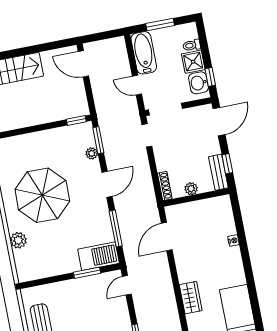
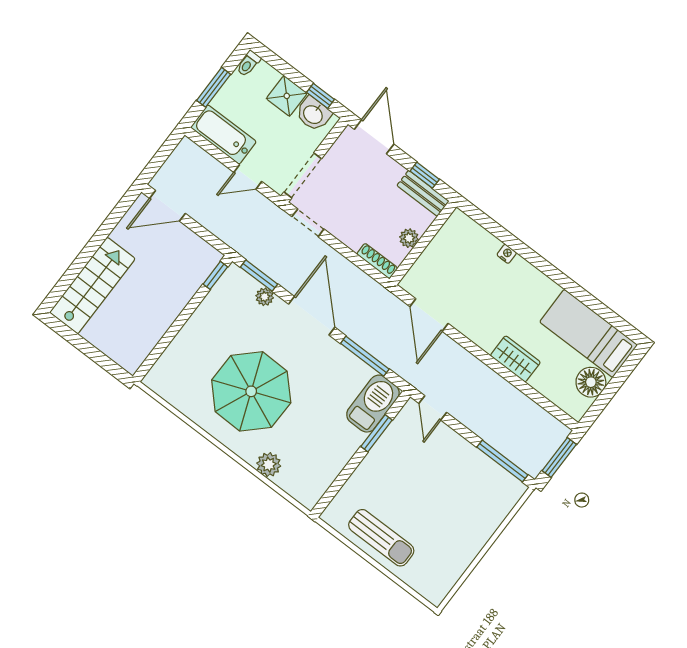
toilet: (192, 45) -> (248, 64), moved
door: (107, 184) -> (312, 316), width x1.36

